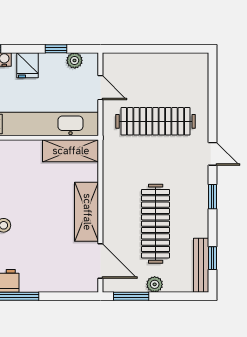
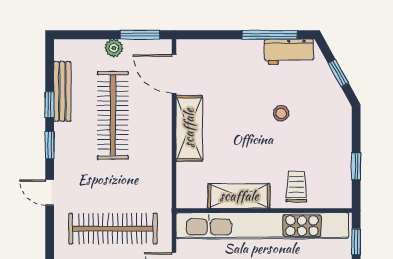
shelving: (71, 151) -> (239, 196), moved
window: (213, 258) -> (50, 104), moved
bench: (201, 265) -> (62, 91), moved

